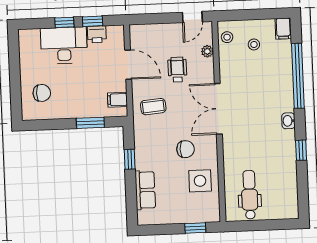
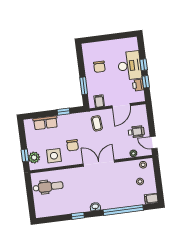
wheelchair: (177, 70) -> (136, 132), moved
chair: (42, 93) -> (99, 67), moved
plant: (200, 213) -> (34, 158), added

